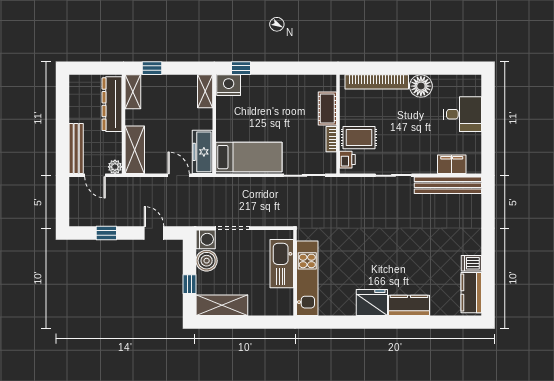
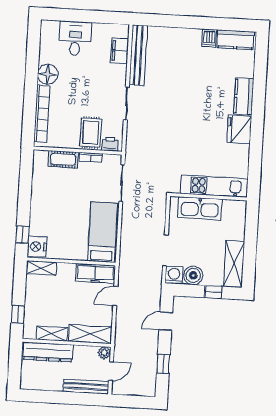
shelving: (133, 92) -> (52, 334), moved

